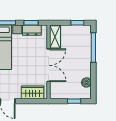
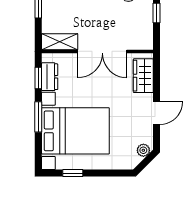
double door: (49, 65) -> (102, 51), swing flipped

